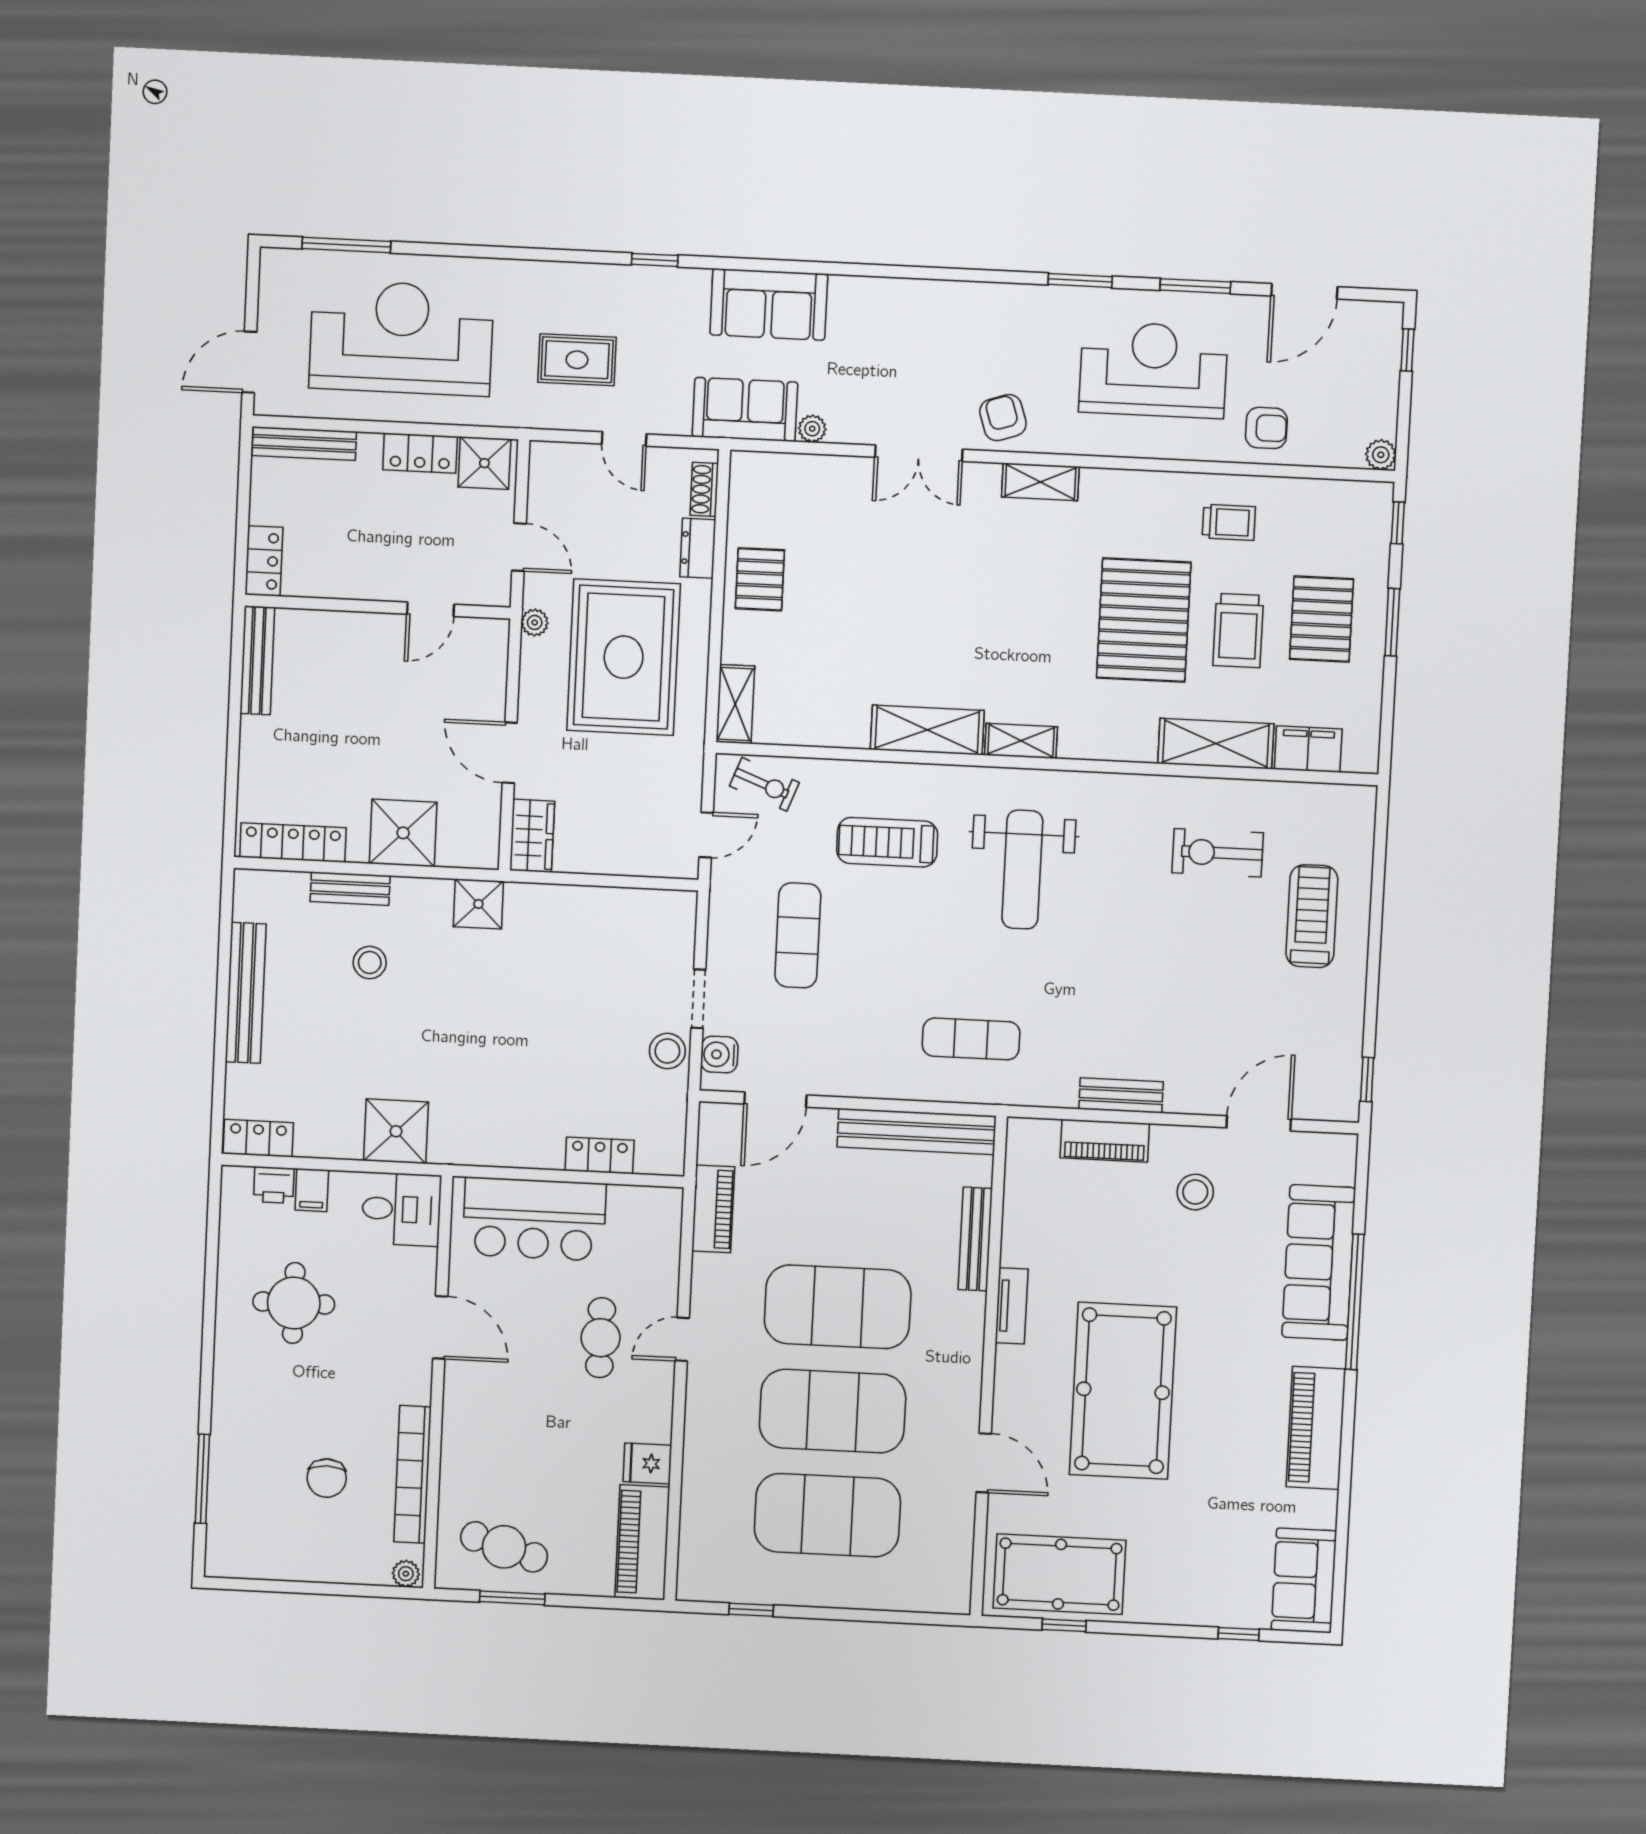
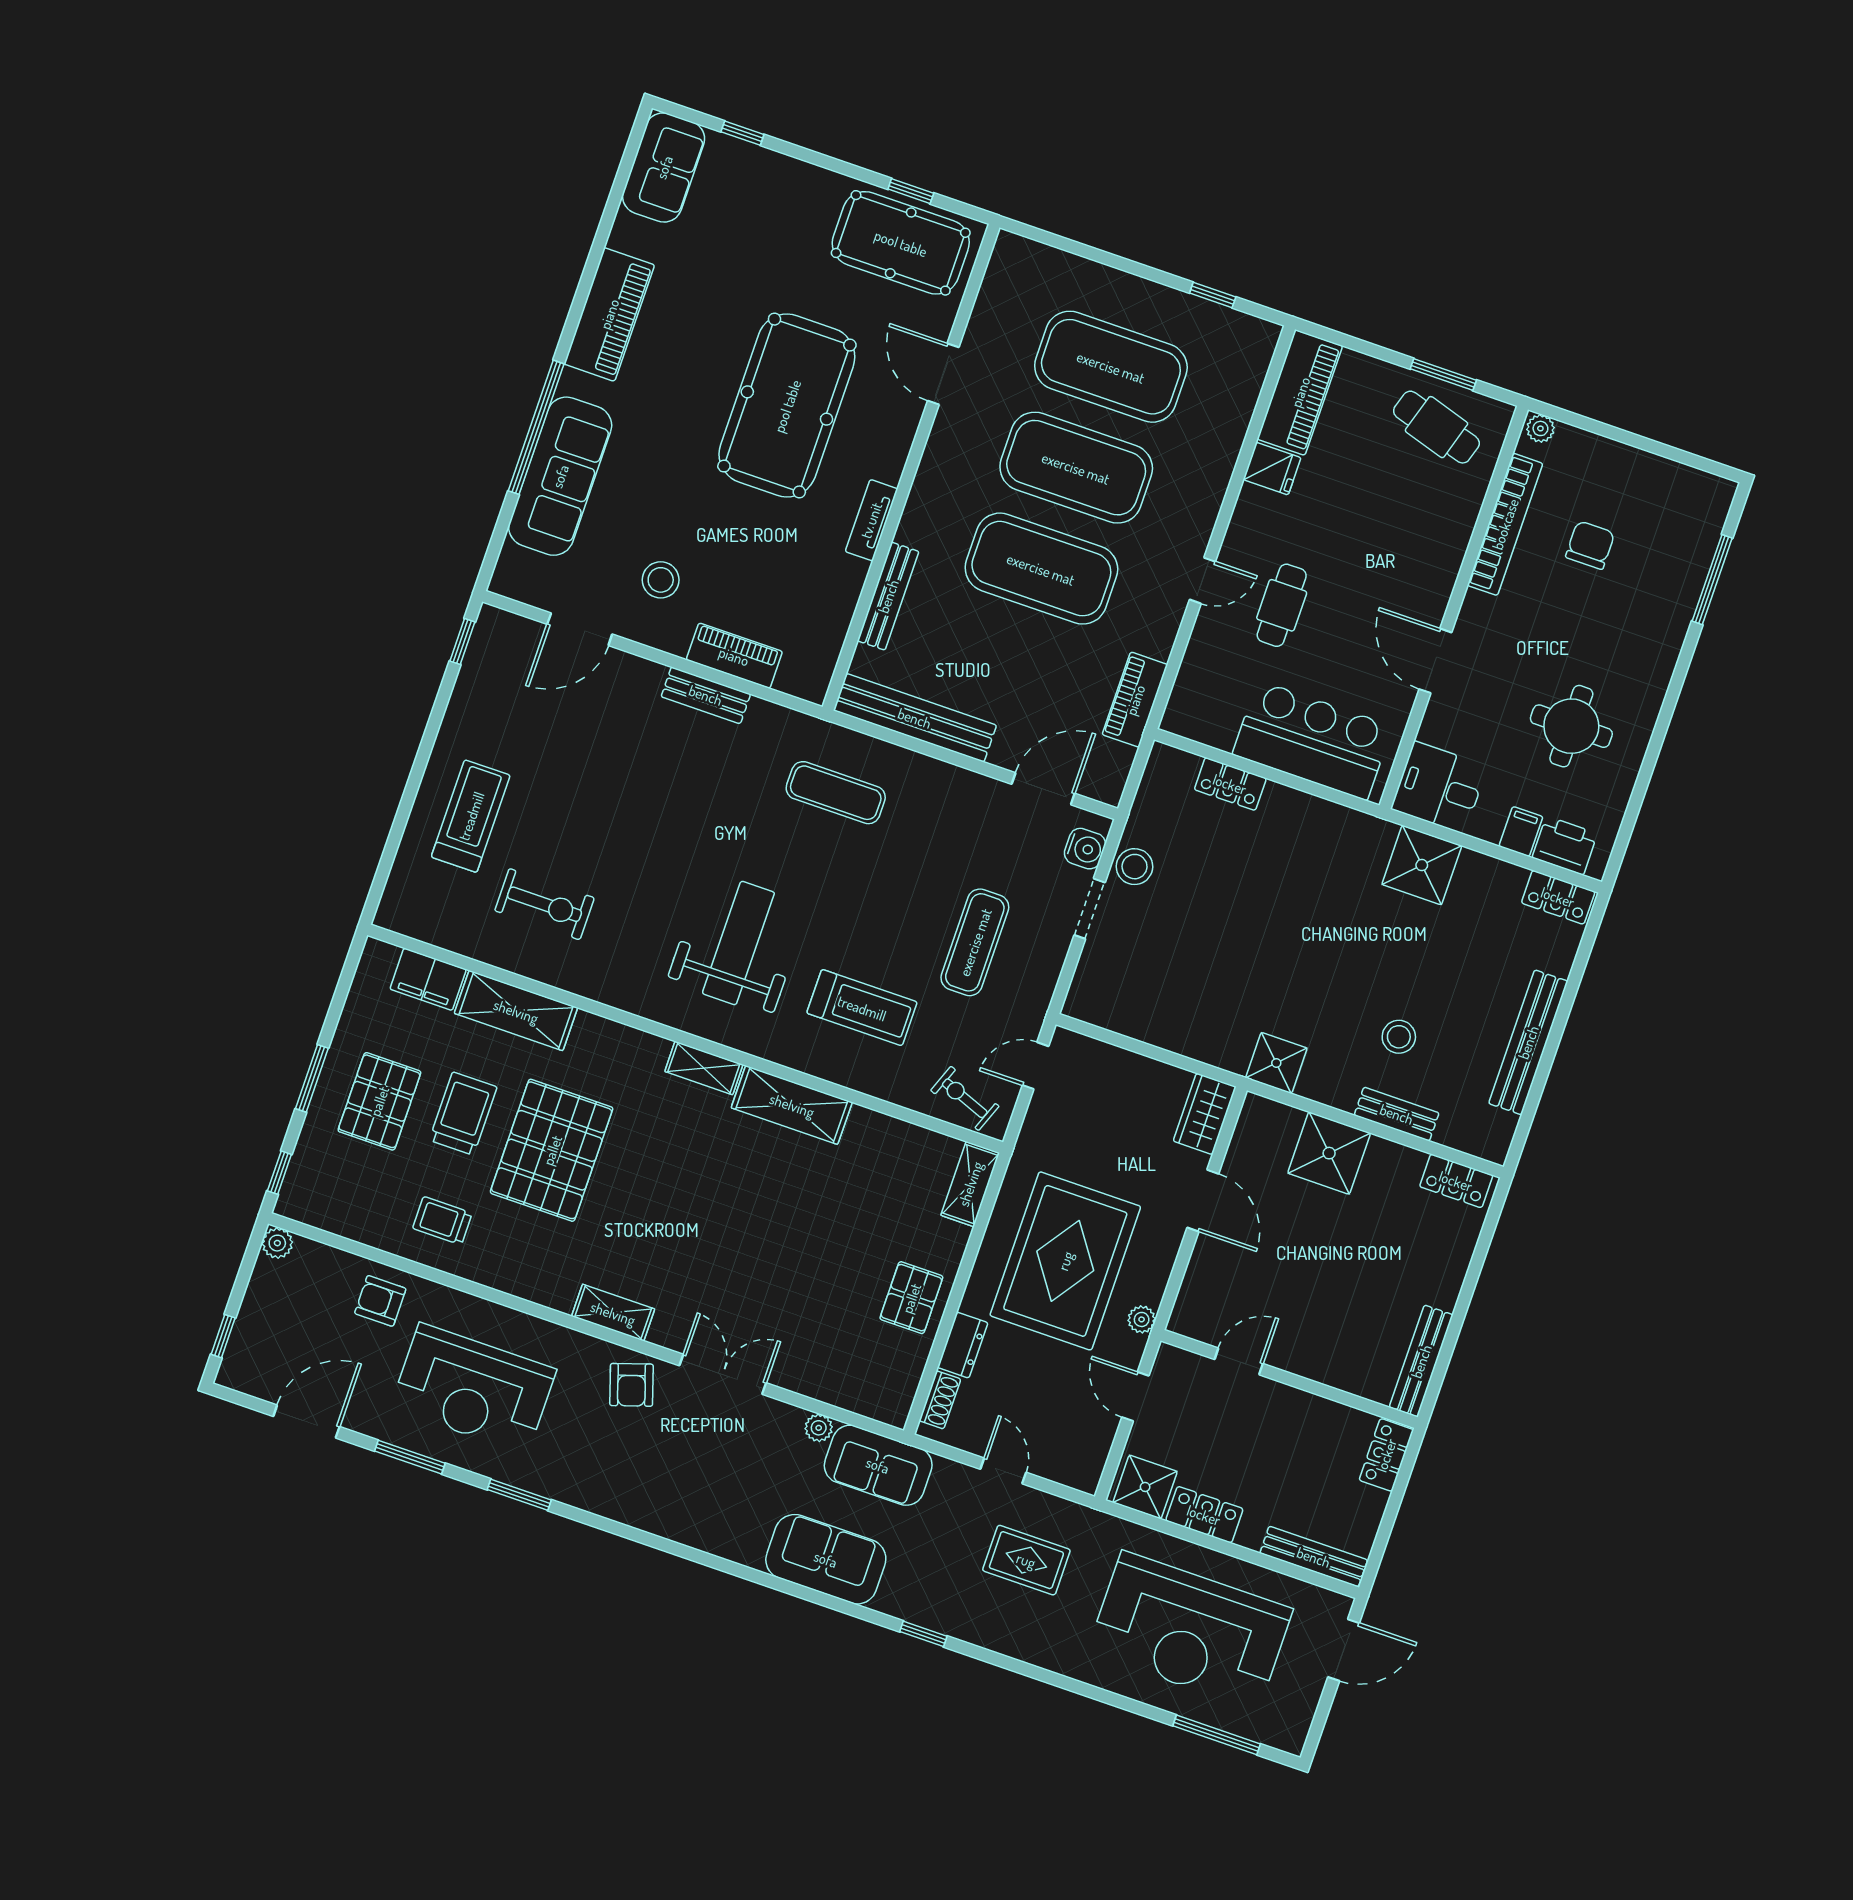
locker: (293, 842) -> (1456, 1181), width x0.66
treadmill: (1312, 916) -> (471, 816), turned 180
printer: (274, 1185) -> (1565, 846), width x1.36, depth x1.24

